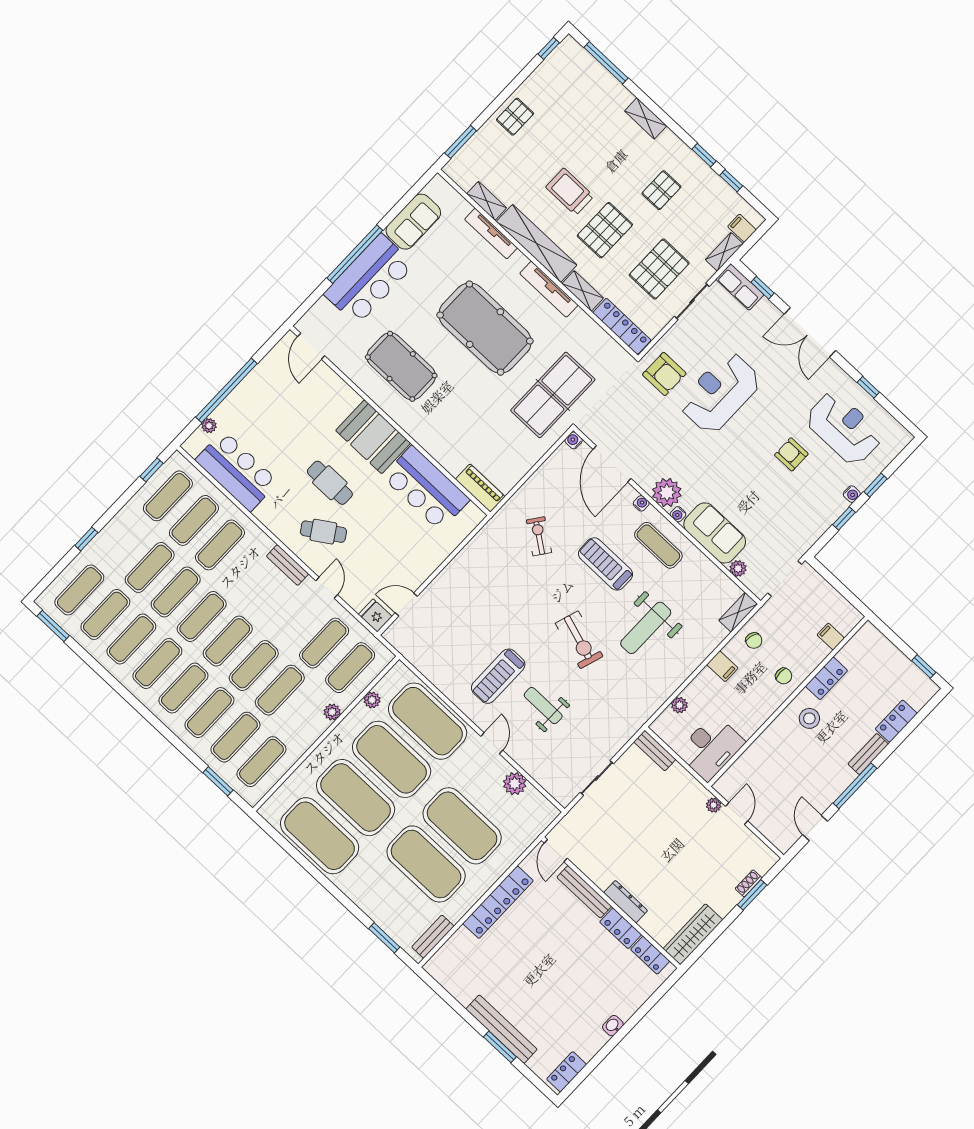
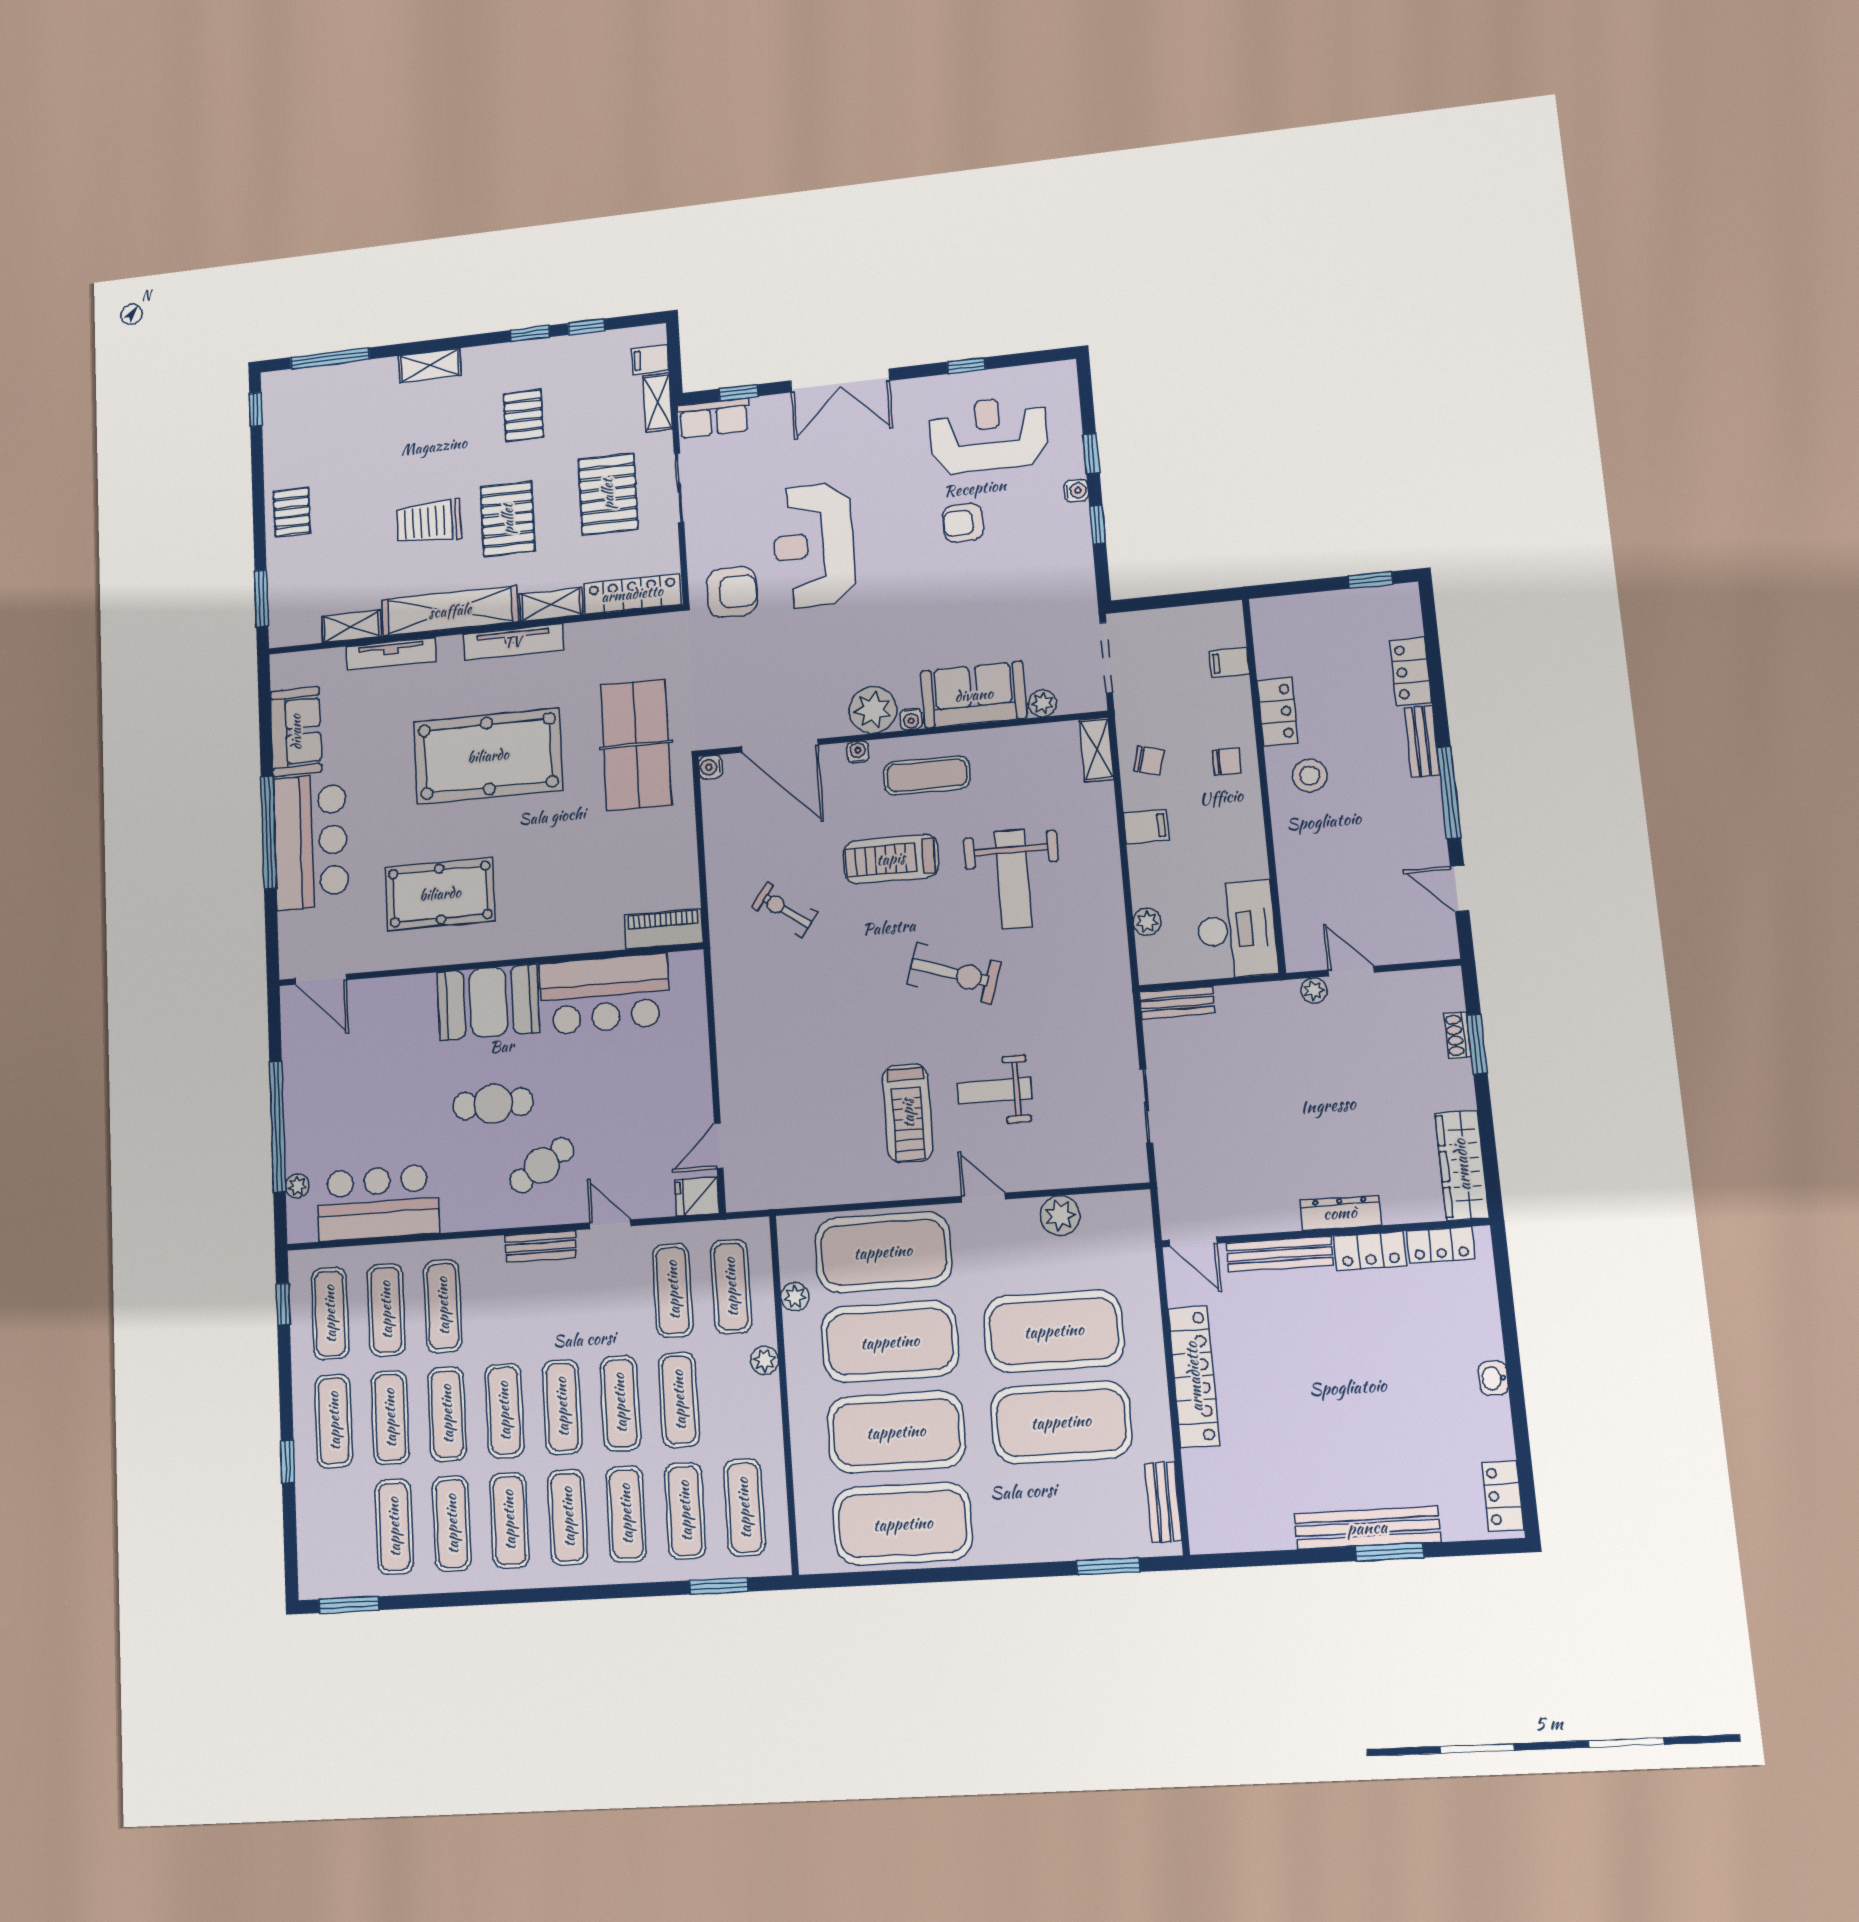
exercise mat: (79, 590) -> (334, 1421), moved

